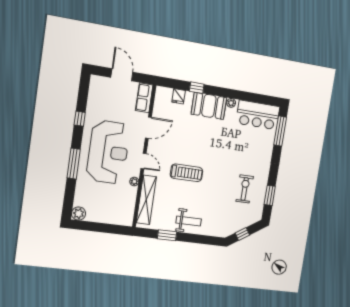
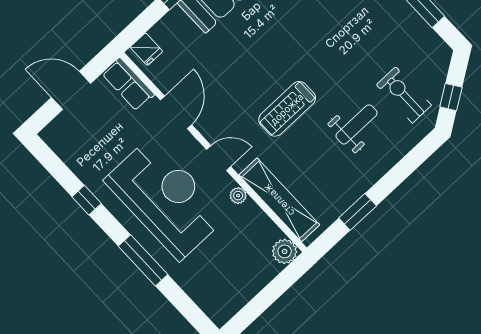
fridge: (179, 96) -> (146, 49), moved
treadmill: (187, 173) -> (287, 109), turned 180
exercise bike: (245, 189) -> (404, 95), moved
plant: (79, 214) -> (285, 251), moved
weight bench: (189, 221) -> (357, 124), moved

